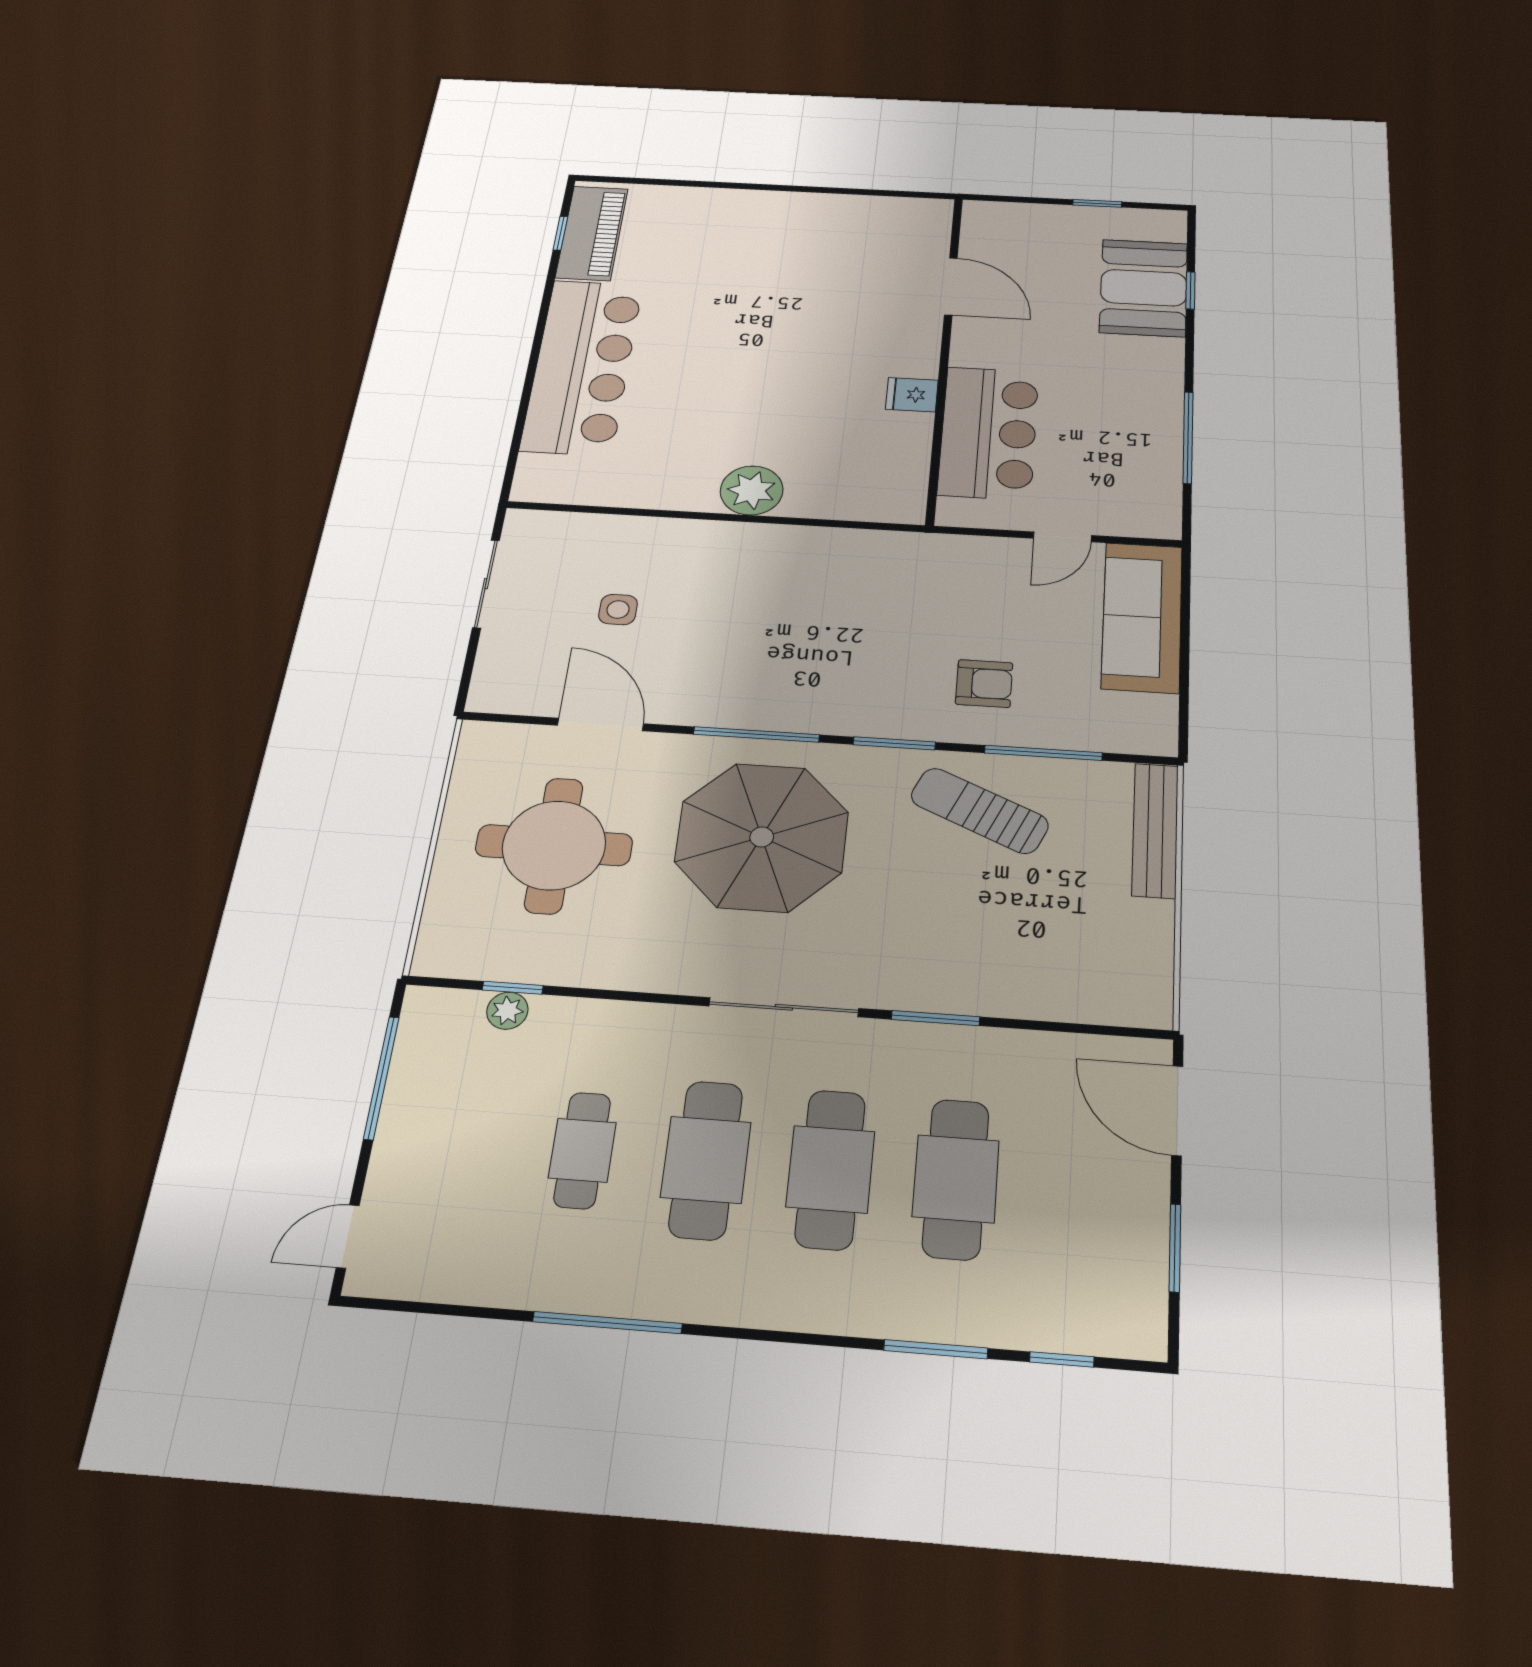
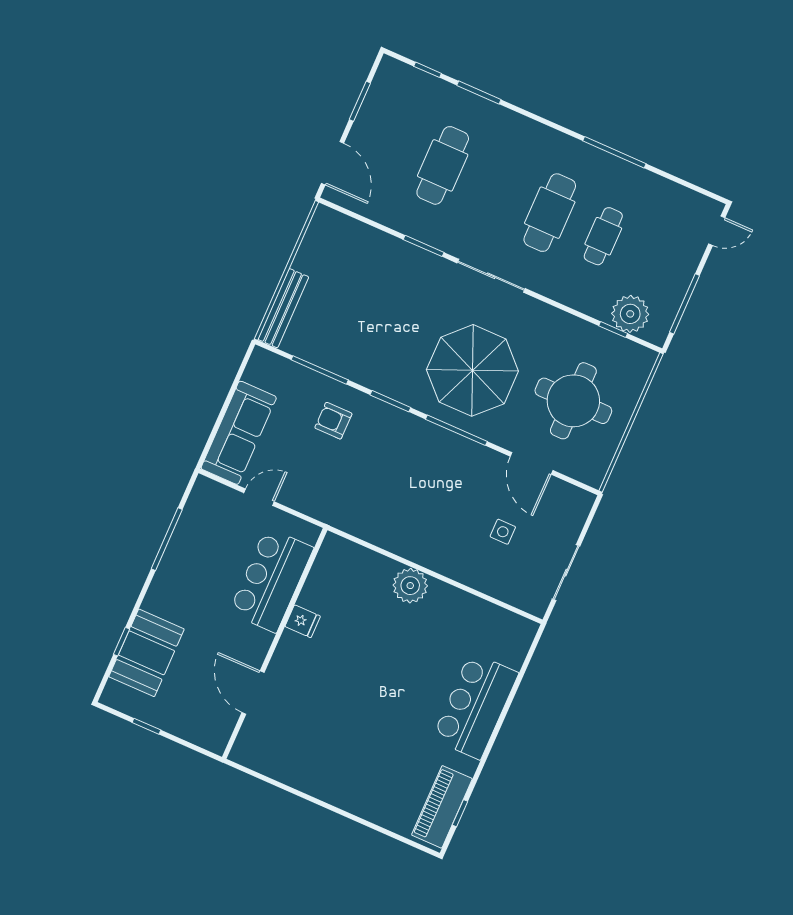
bar counter: (582, 366) -> (475, 706), width x0.73
sun lounger: (980, 811) -> (363, 348), removed
plant: (507, 1011) -> (630, 314), width x1.87, depth x1.87
cafe table: (830, 1169) -> (496, 189), removed

